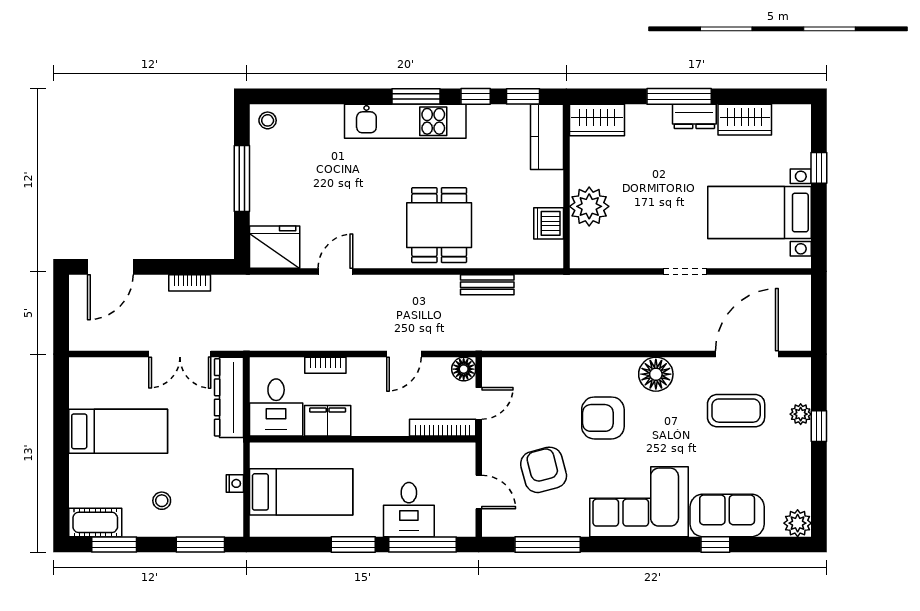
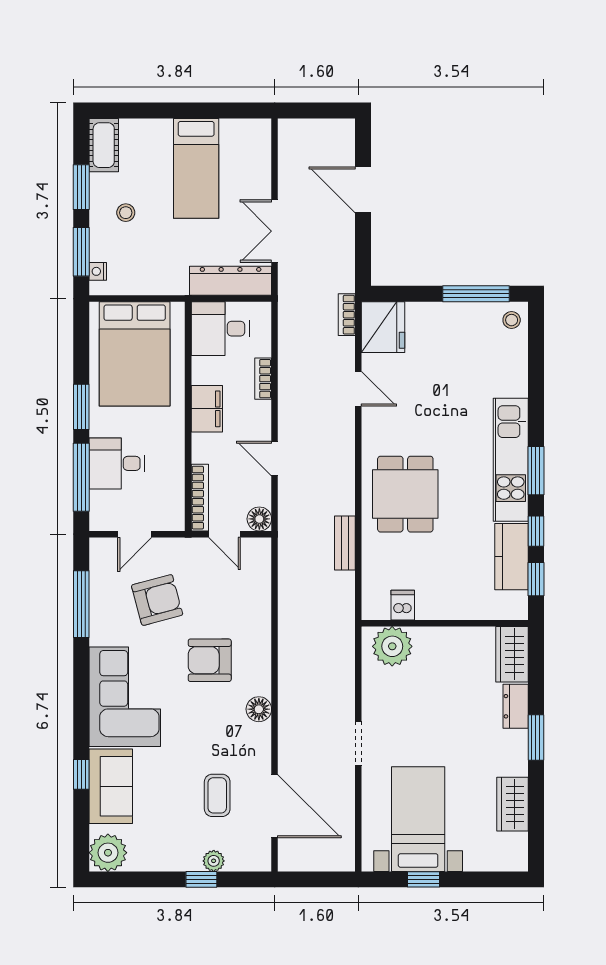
window: (679, 96) -> (536, 737), width x0.69
dresser: (694, 116) -> (516, 706), moved
kitchen counter: (547, 137) -> (511, 557), moved, turned -90
window: (819, 168) -> (424, 879), moved
window: (242, 179) -> (476, 294), moved
plant: (589, 206) -> (392, 646), moved
dishwasher: (549, 223) -> (403, 605), width x0.73
dining table: (439, 225) -> (405, 494), turned 90
door: (110, 267) -> (363, 190), moved
bookcase: (190, 283) -> (347, 315), moved
floor lamp: (656, 374) -> (259, 709), width x0.73, depth x0.73
coffee table: (736, 411) -> (217, 795), width x0.73, depth x0.77
armchair: (603, 418) -> (210, 660), turned -90
filing cabinet: (328, 421) -> (207, 409), moved
nightstand: (235, 483) -> (98, 271), moved, turned 90
bed: (301, 492) -> (135, 354), width x1.50
plant: (798, 523) -> (108, 853), width x1.36, depth x1.36
window: (114, 544) -> (81, 187), moved

